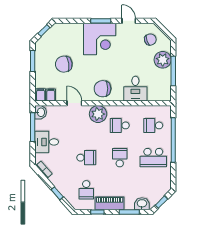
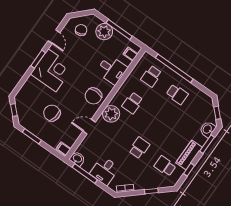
door: (129, 21) -> (54, 37), swing flipped
chair: (64, 64) -> (52, 113), turned 107
filing cabinet: (51, 95) -> (130, 54), moved
school desk: (120, 158) -> (158, 121), removed
school desk: (153, 158) -> (177, 94), width x0.54
school desk: (86, 190) -> (165, 166), turned 180

